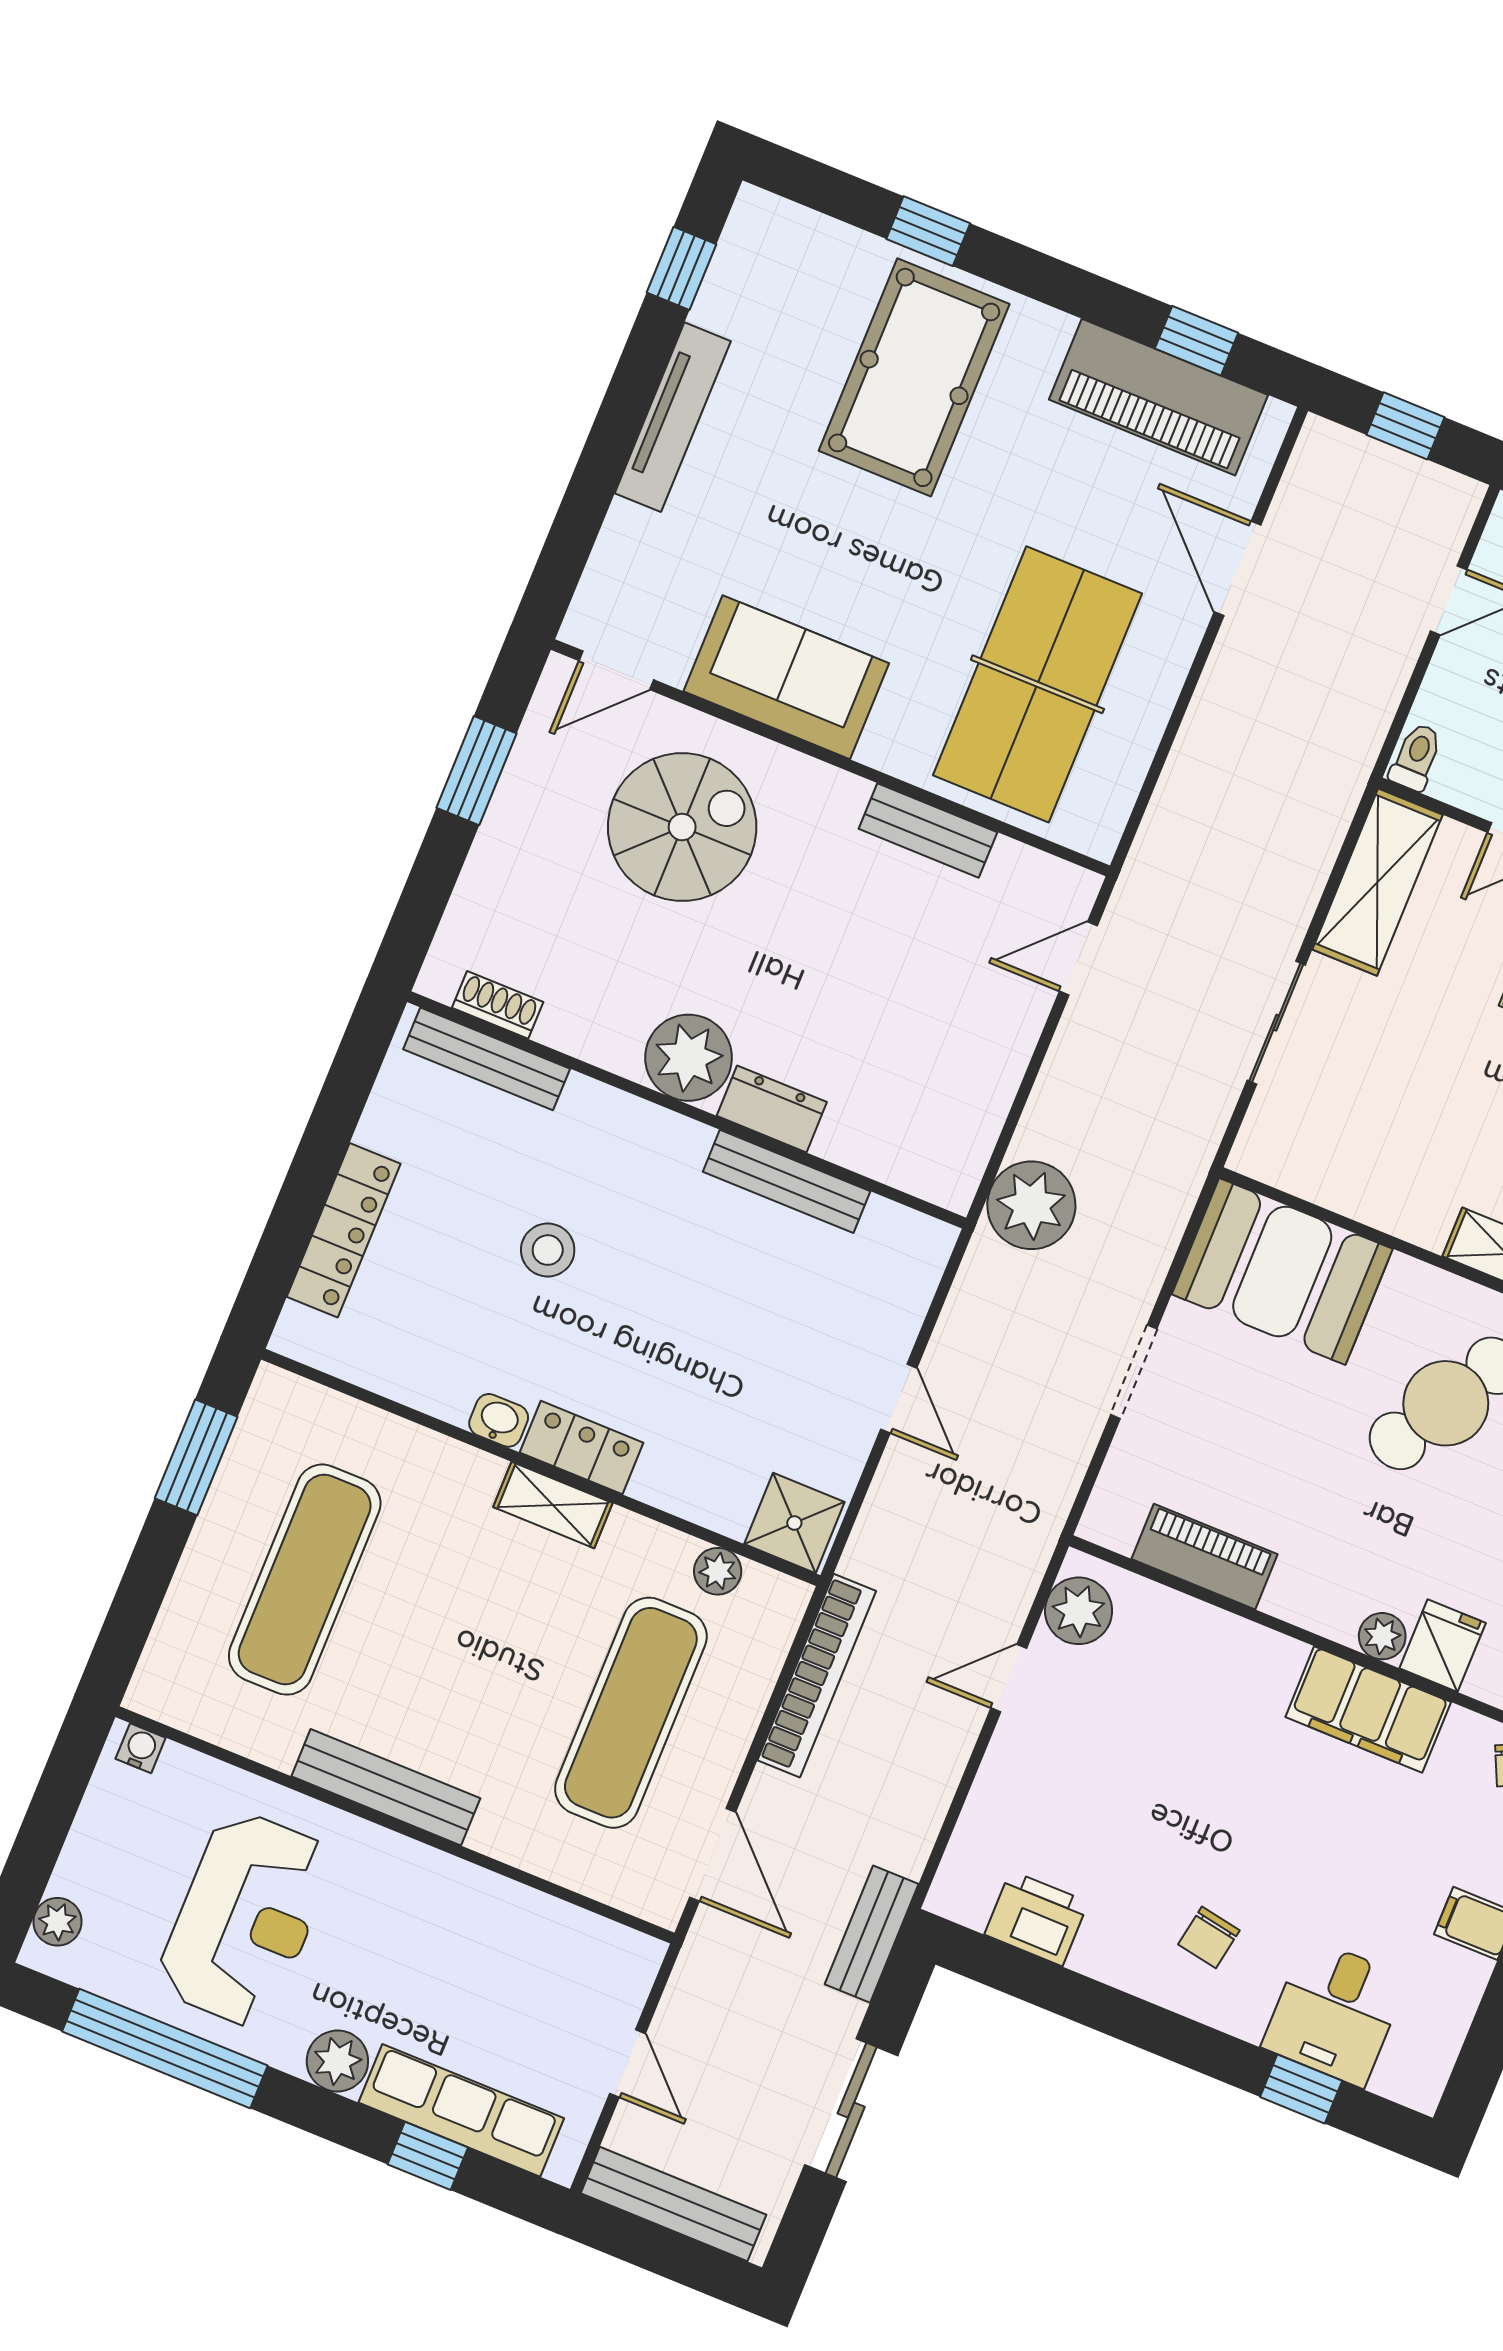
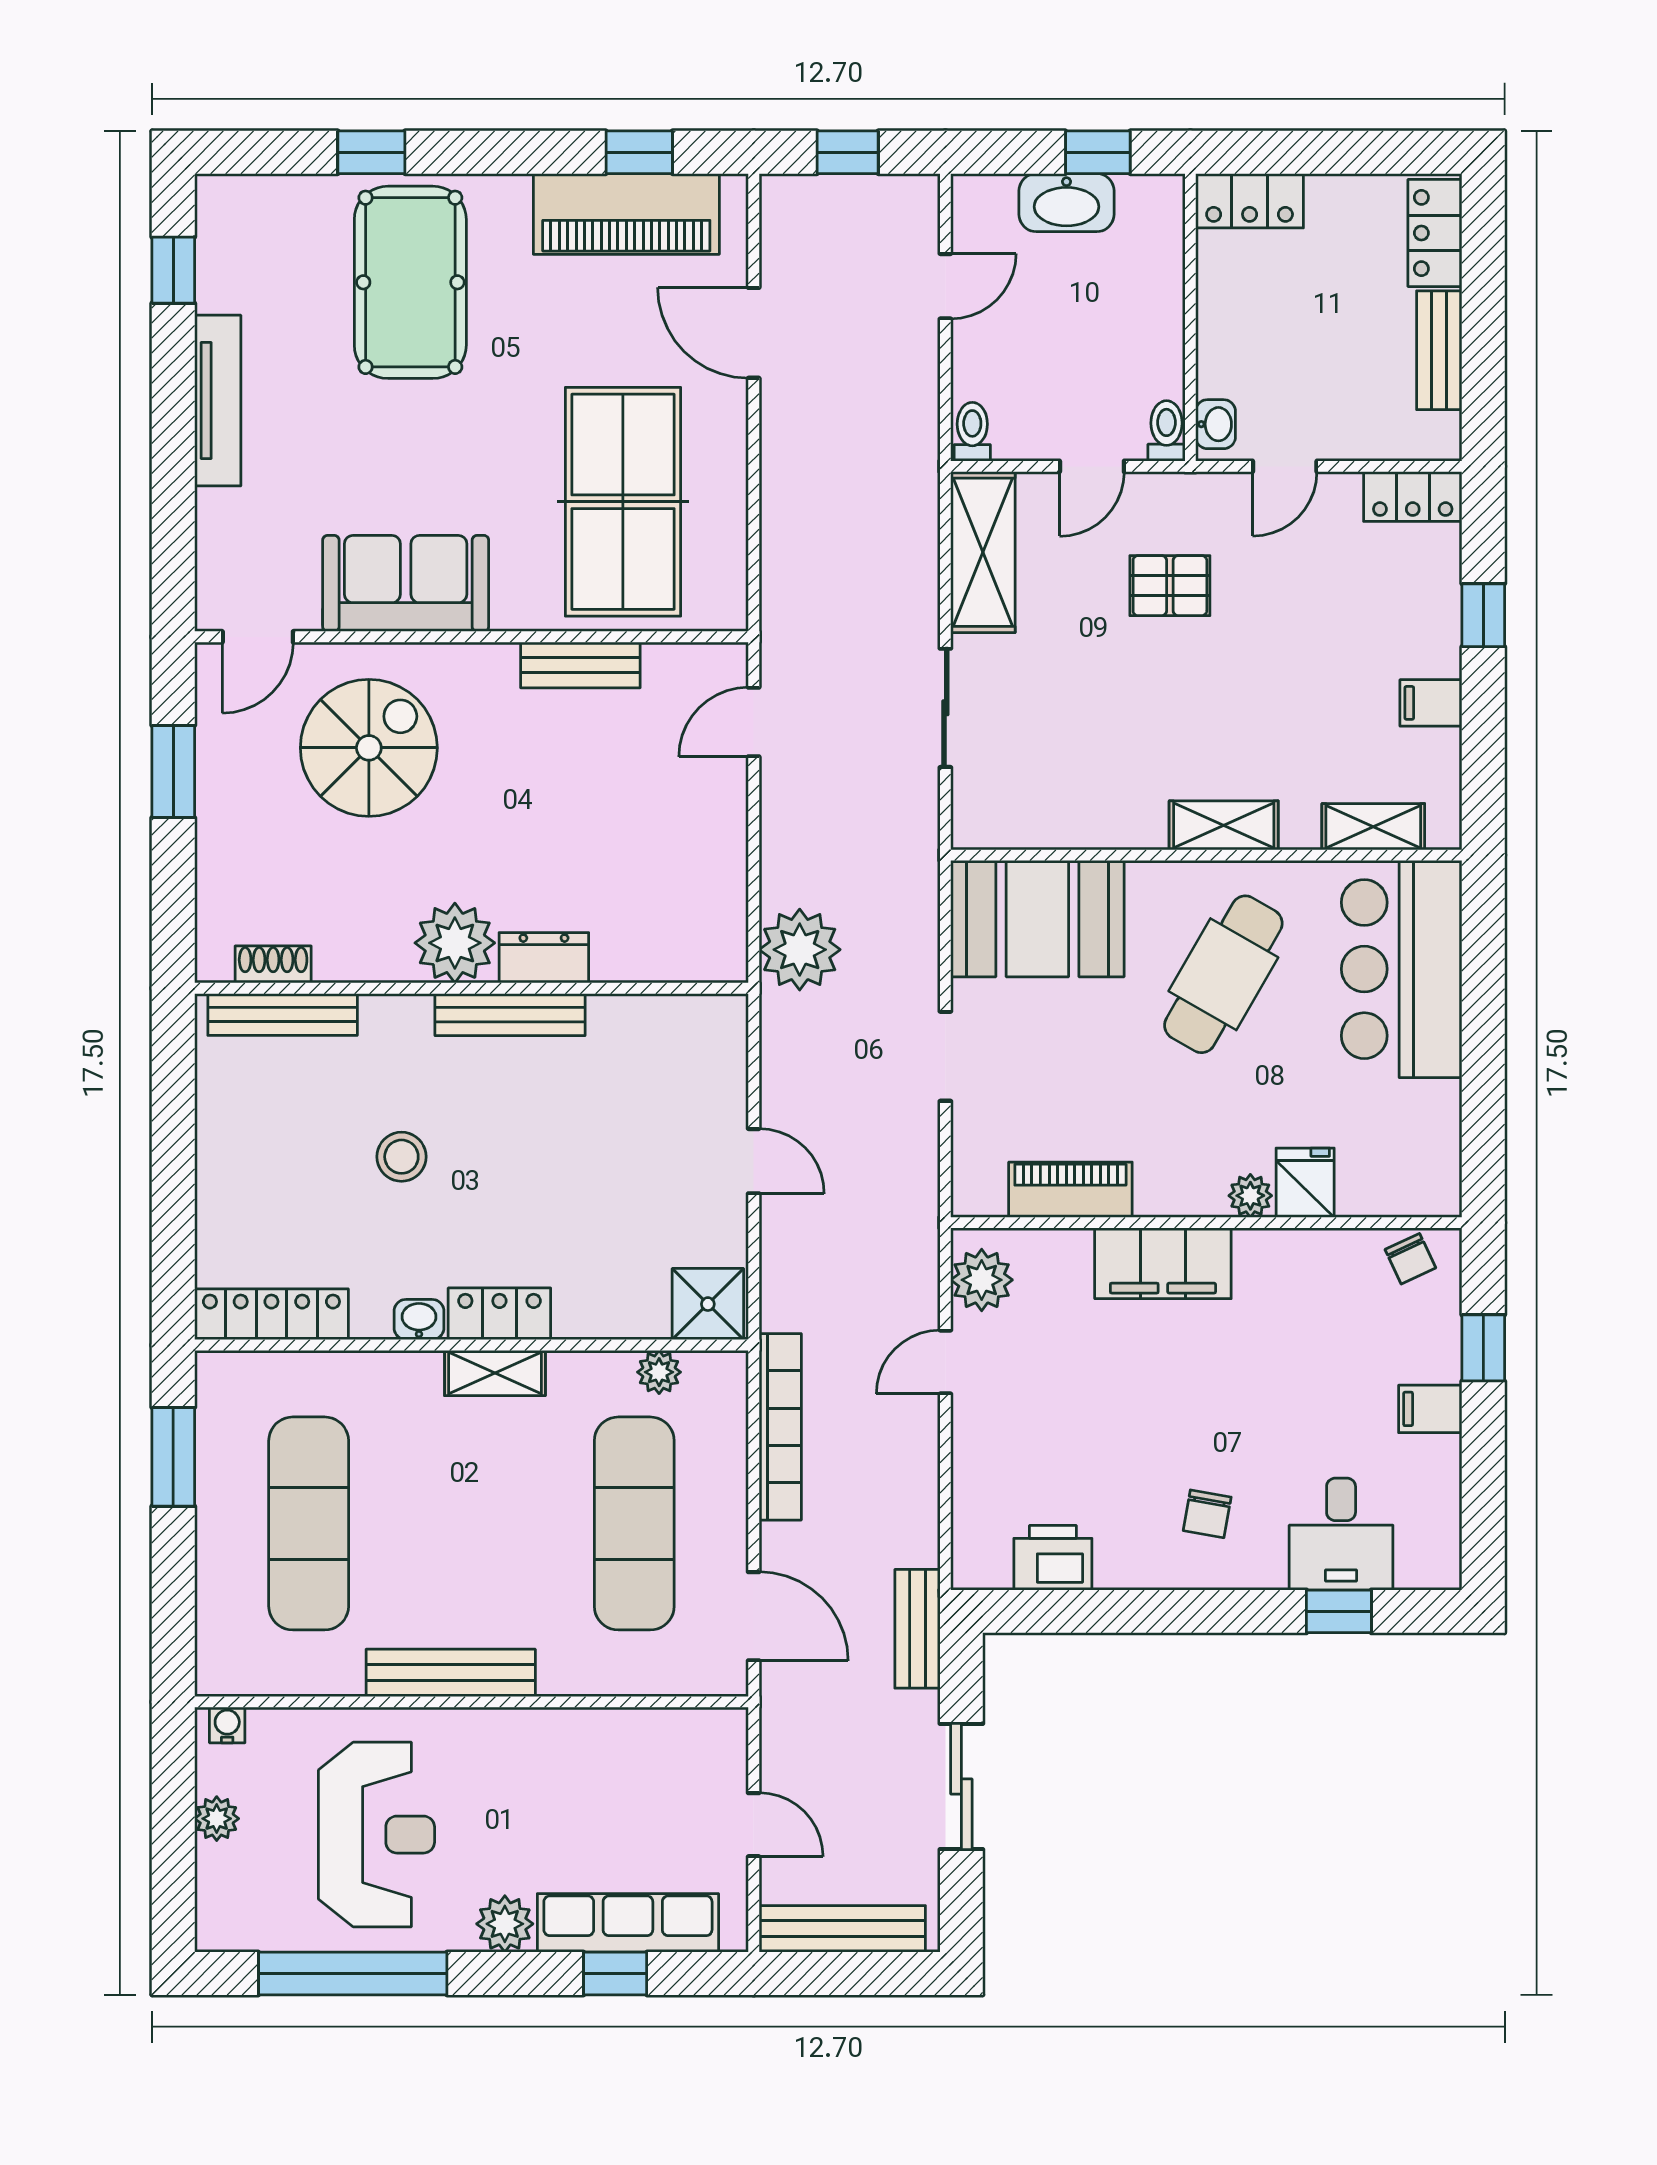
bench: (787, 1181) -> (510, 1015), moved
locker: (344, 1230) -> (271, 1314), moved, turned -90
filing cabinet: (1368, 1709) -> (1163, 1263), moved
plant: (58, 1922) -> (217, 1819), moved

